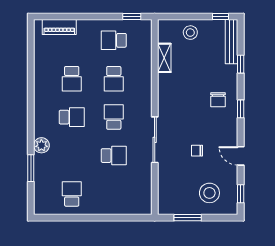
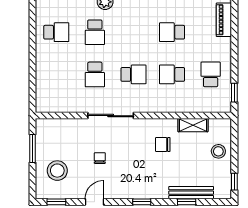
bench: (231, 42) -> (191, 193), moved
chair: (218, 100) -> (163, 144), moved
school desk: (72, 117) -> (95, 32), moved

